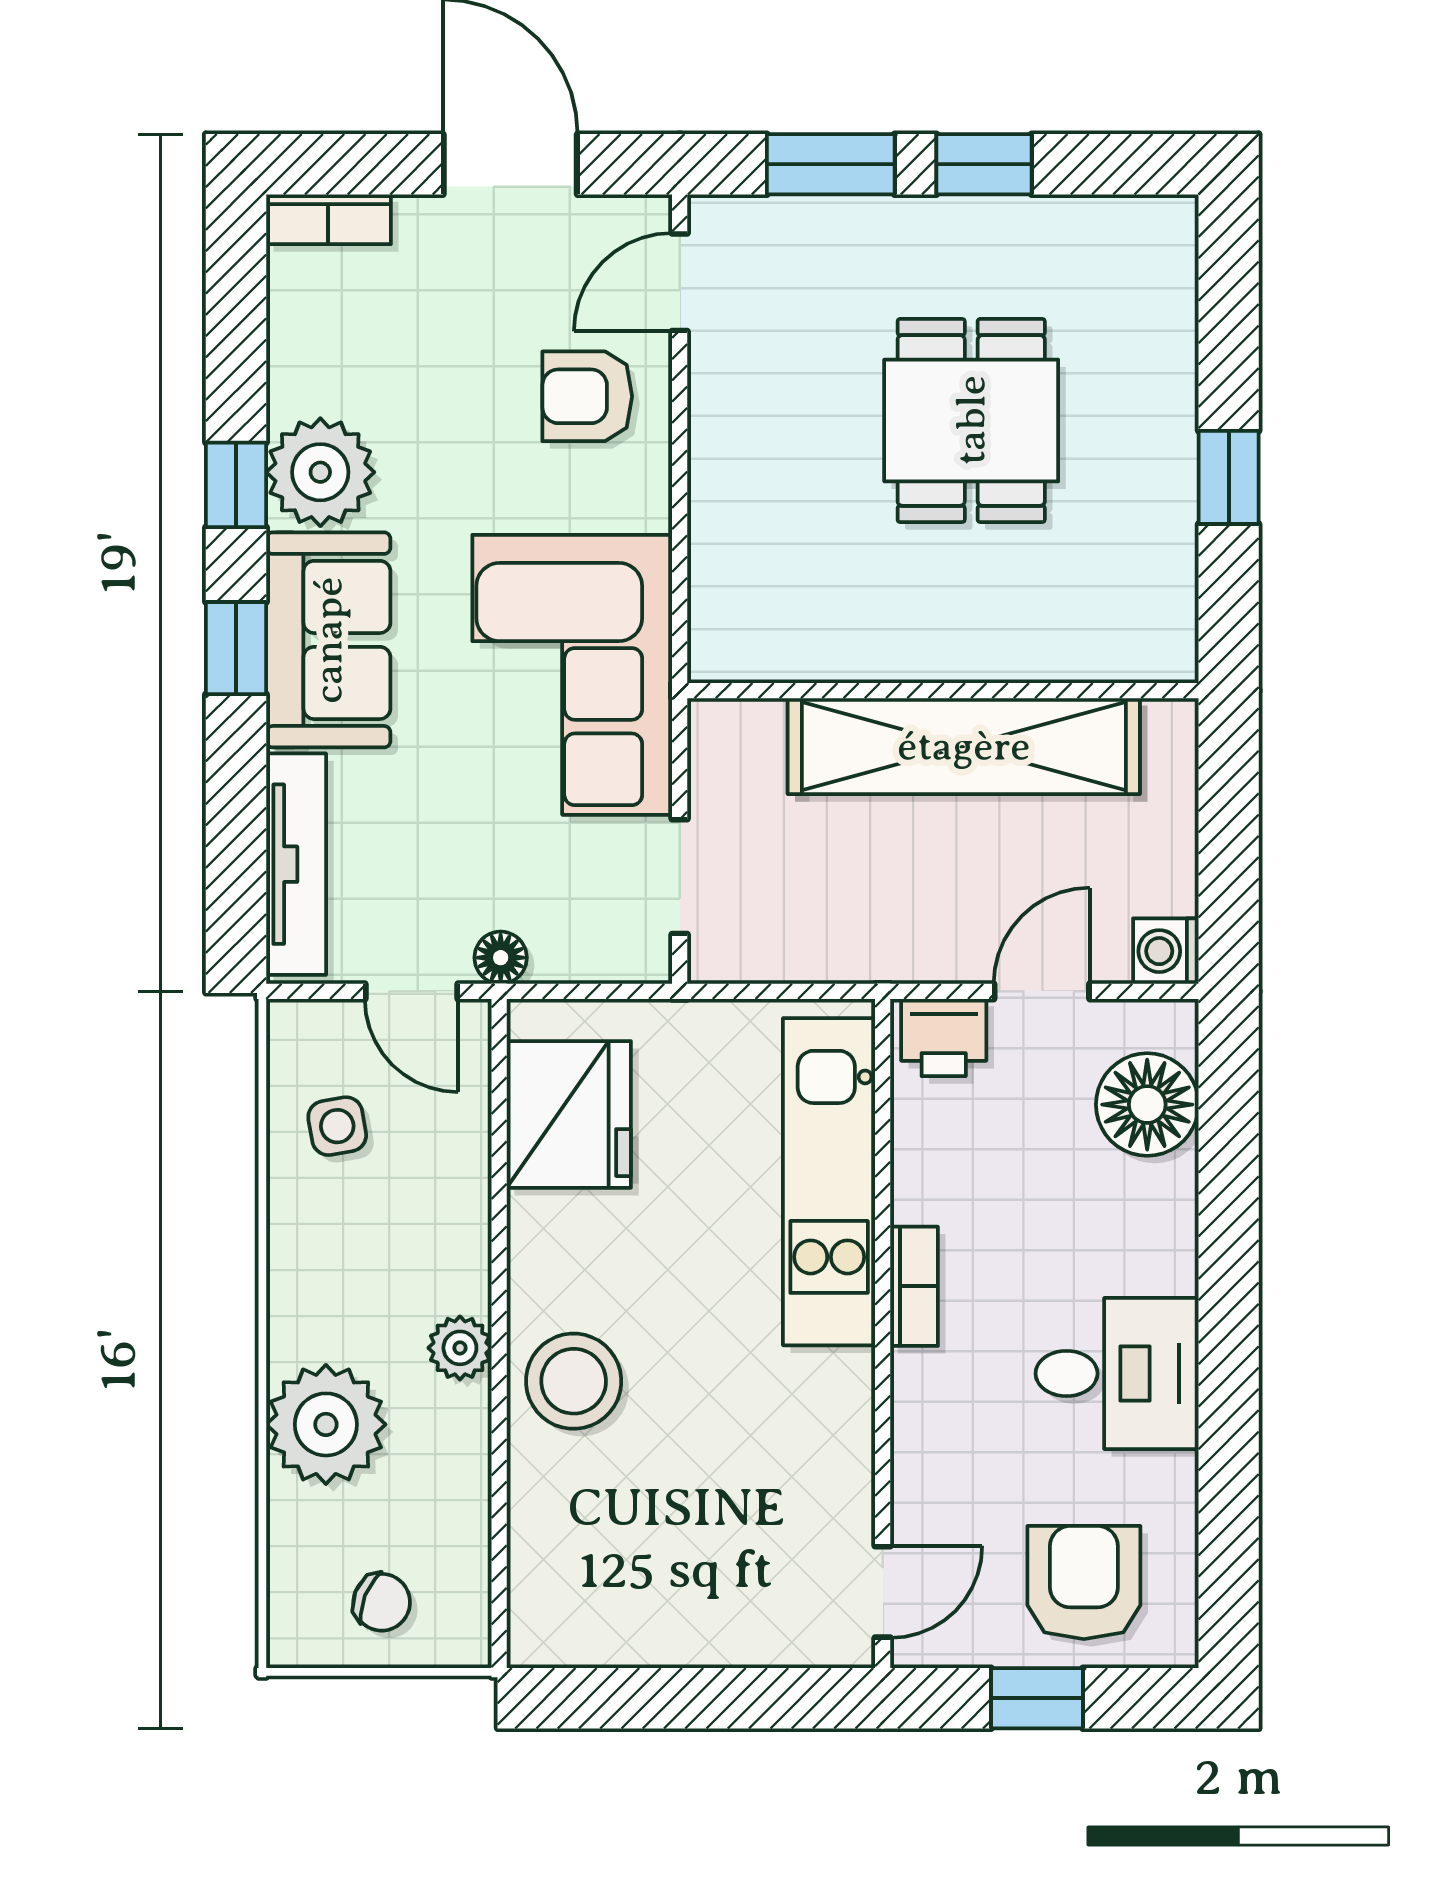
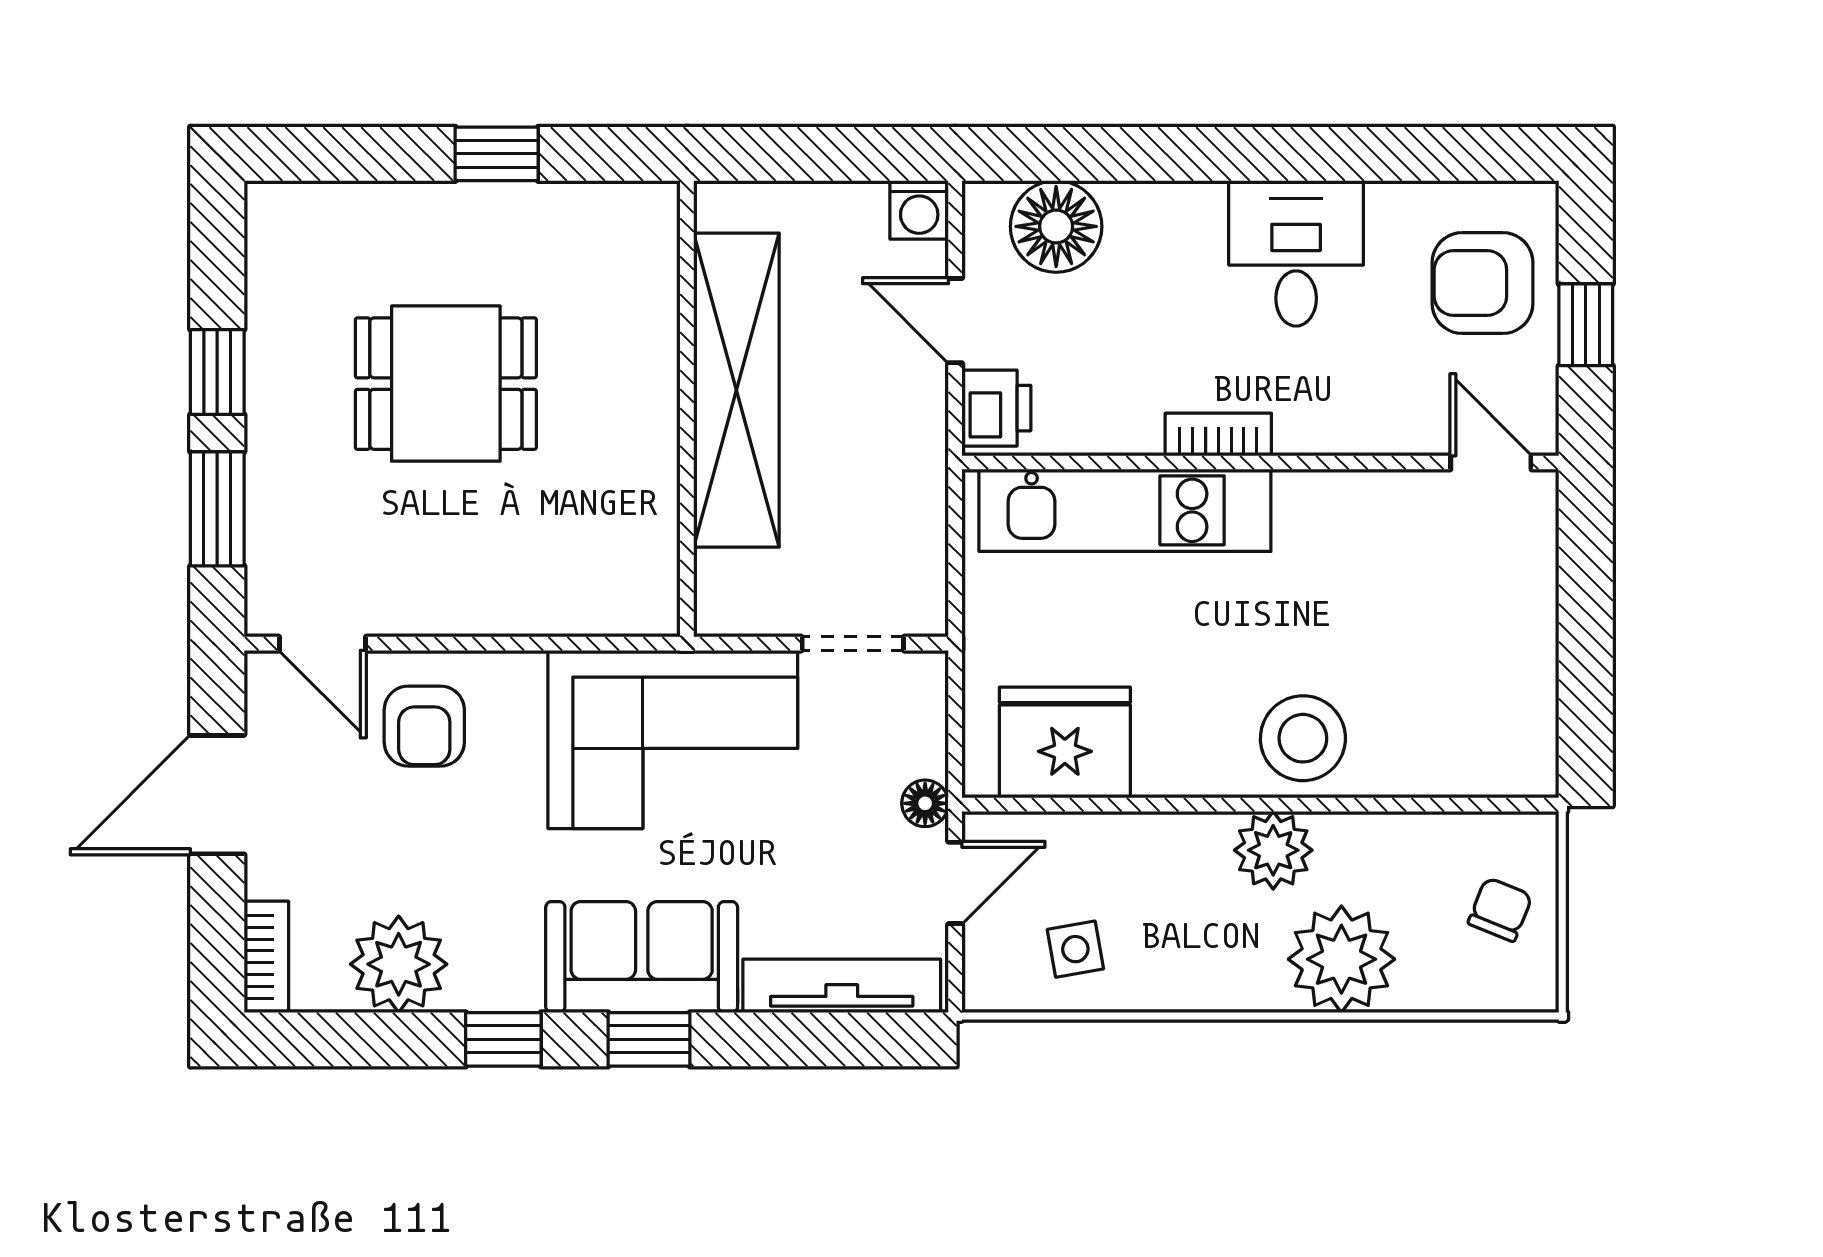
plant: (320, 472) -> (399, 964), moved
plant: (460, 1348) -> (1273, 850), width x1.38, depth x1.38

